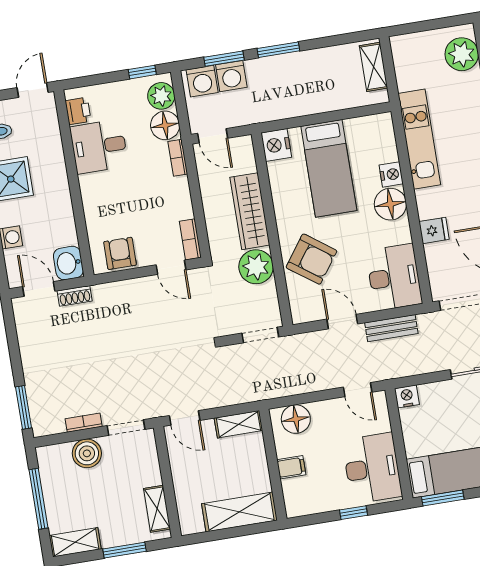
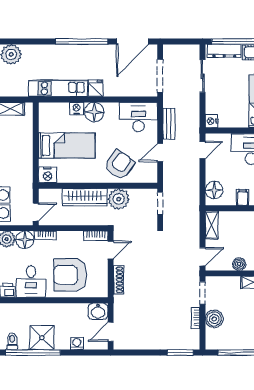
fridge: (434, 230) -> (96, 88), moved
armchair: (120, 253) -> (70, 275), moved, width x1.88, depth x1.88
shoe rack: (75, 296) -> (118, 280), moved, width x1.43
boiler: (183, 479) -> (239, 264), added

